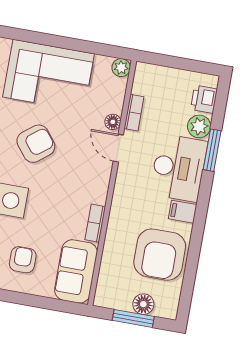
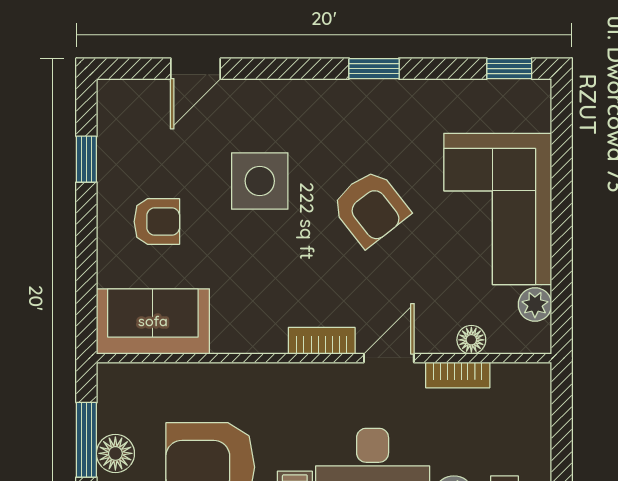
plant: (121, 68) -> (535, 305), moved
floor lamp: (113, 122) -> (471, 340), moved
bookcase: (95, 223) -> (322, 341), moved

